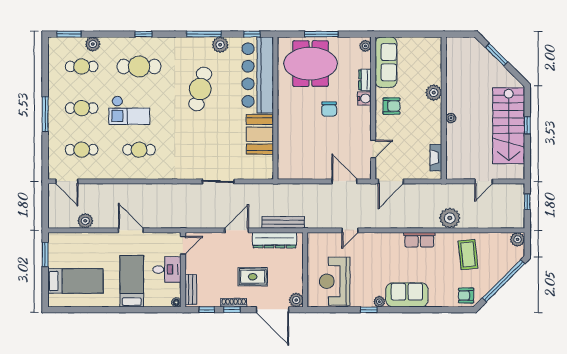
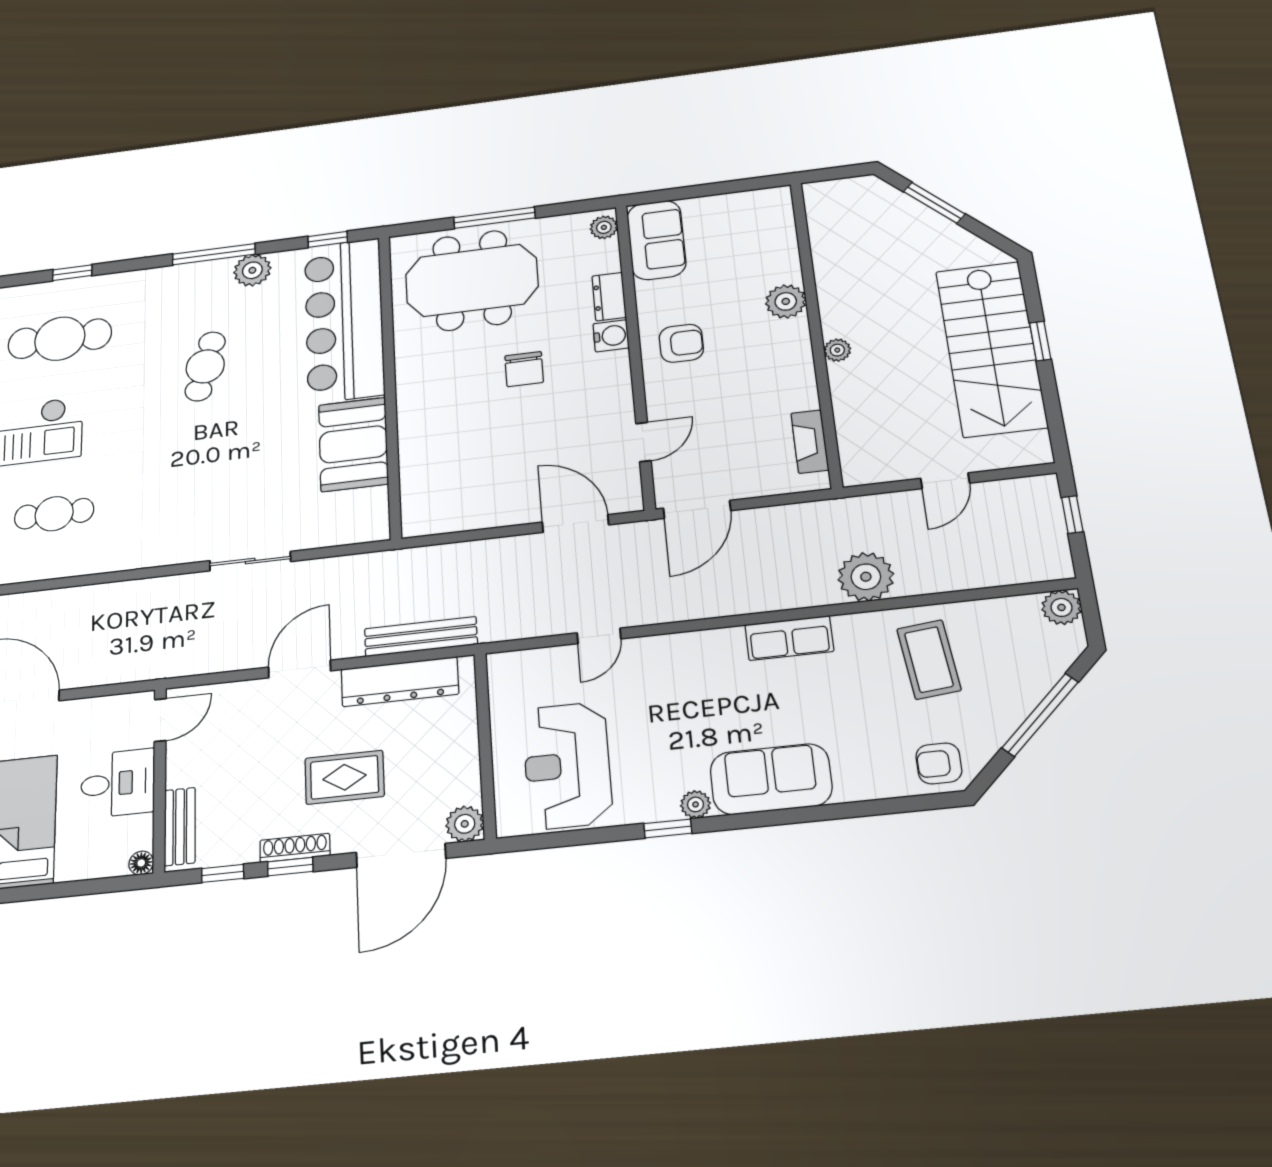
sofa: (386, 62) -> (656, 240), width x0.73
cafe table: (200, 89) -> (205, 366), width x0.73, depth x0.74
window: (504, 281) -> (1040, 715), width x0.68
door: (272, 310) -> (401, 855), hinge flipped

